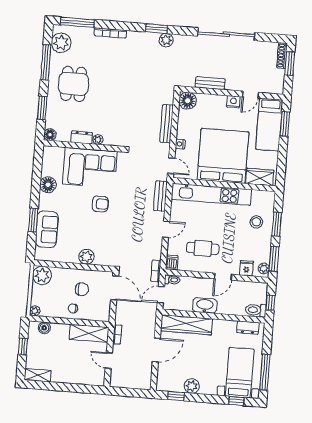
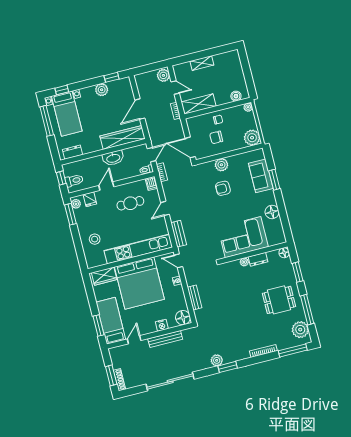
bench: (210, 83) -> (165, 339), width x1.36
dining table: (74, 84) -> (279, 300), turned 90
nightstand: (233, 102) -> (162, 325), moved
bench: (167, 124) -> (195, 298), width x0.73
armchair: (100, 204) -> (223, 188), moved
window: (277, 224) -> (78, 243), removed
toilet: (256, 310) -> (74, 181), moved
window: (23, 347) -> (248, 75), removed
shelving: (38, 375) -> (202, 63), moved
plant: (117, 379) -> (163, 75), added

